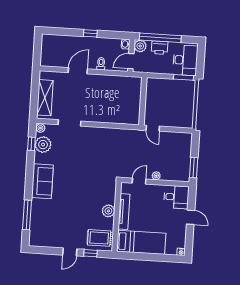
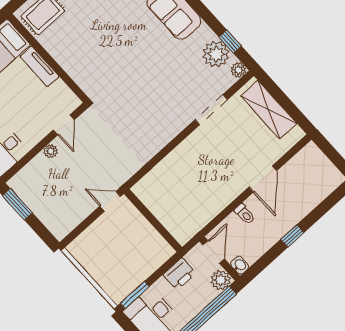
printer: (160, 48) -> (179, 274), moved, turned 180
plant: (108, 211) -> (64, 55), removed
tv unit: (124, 212) -> (40, 66), width x0.71

